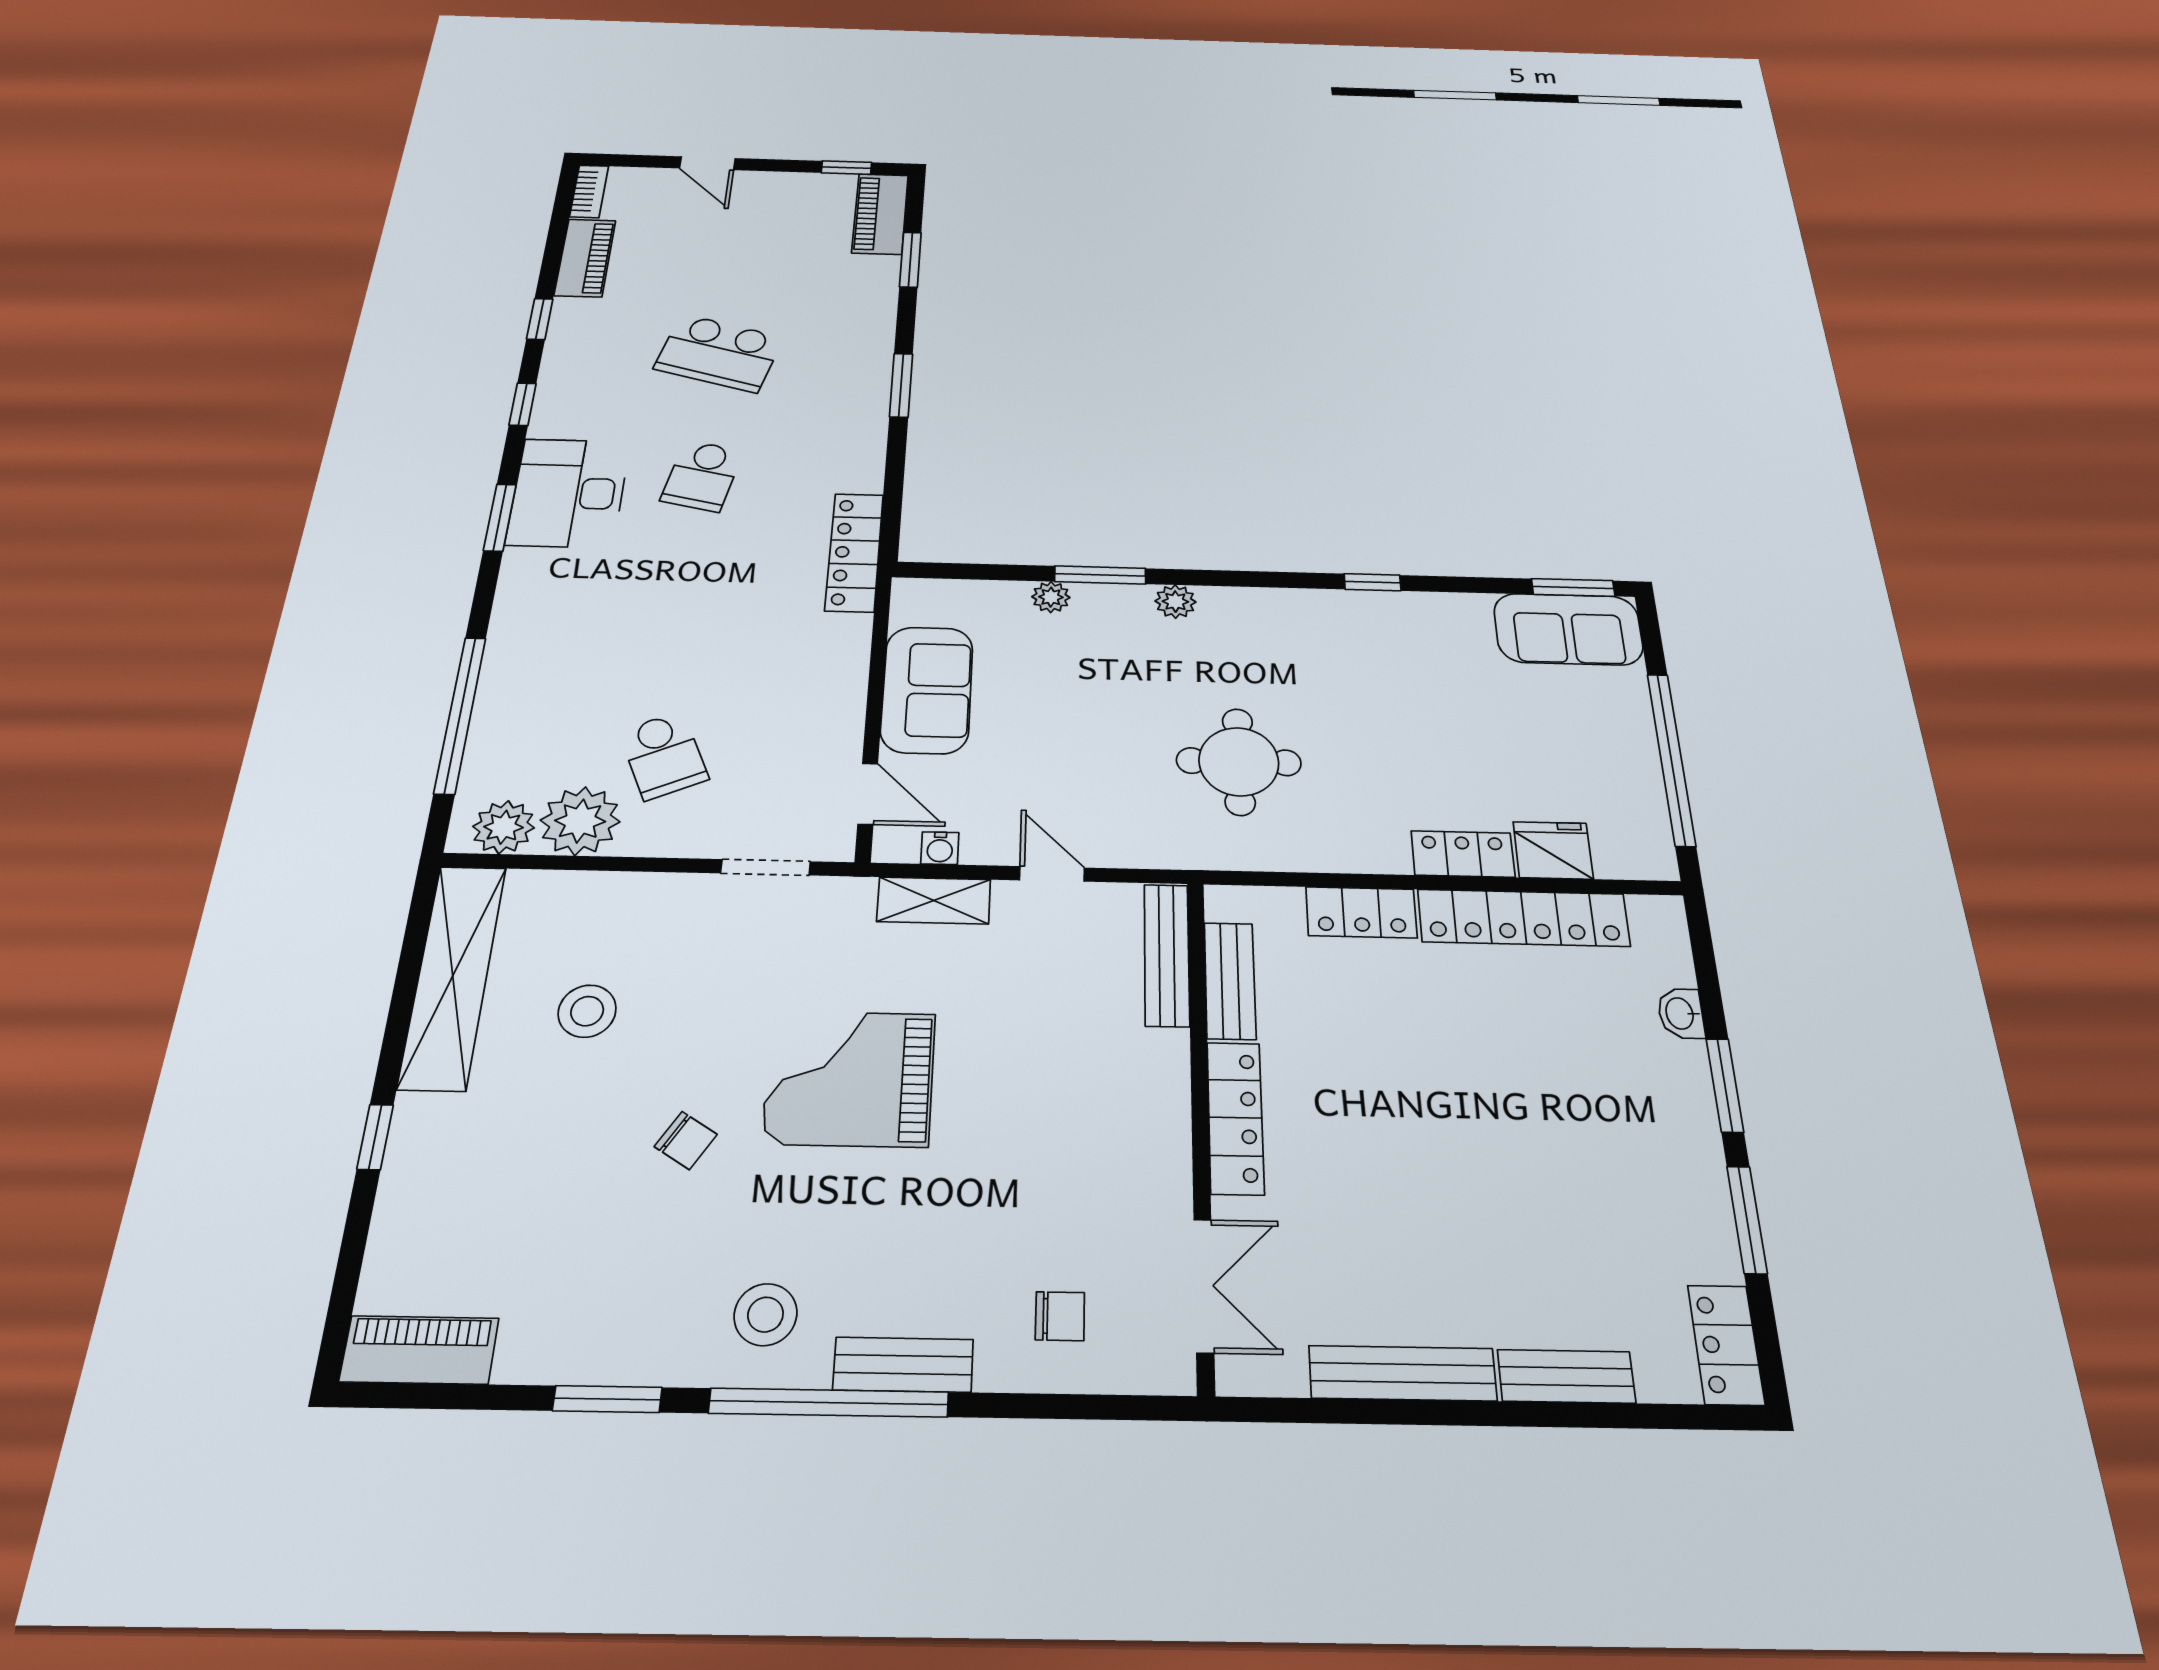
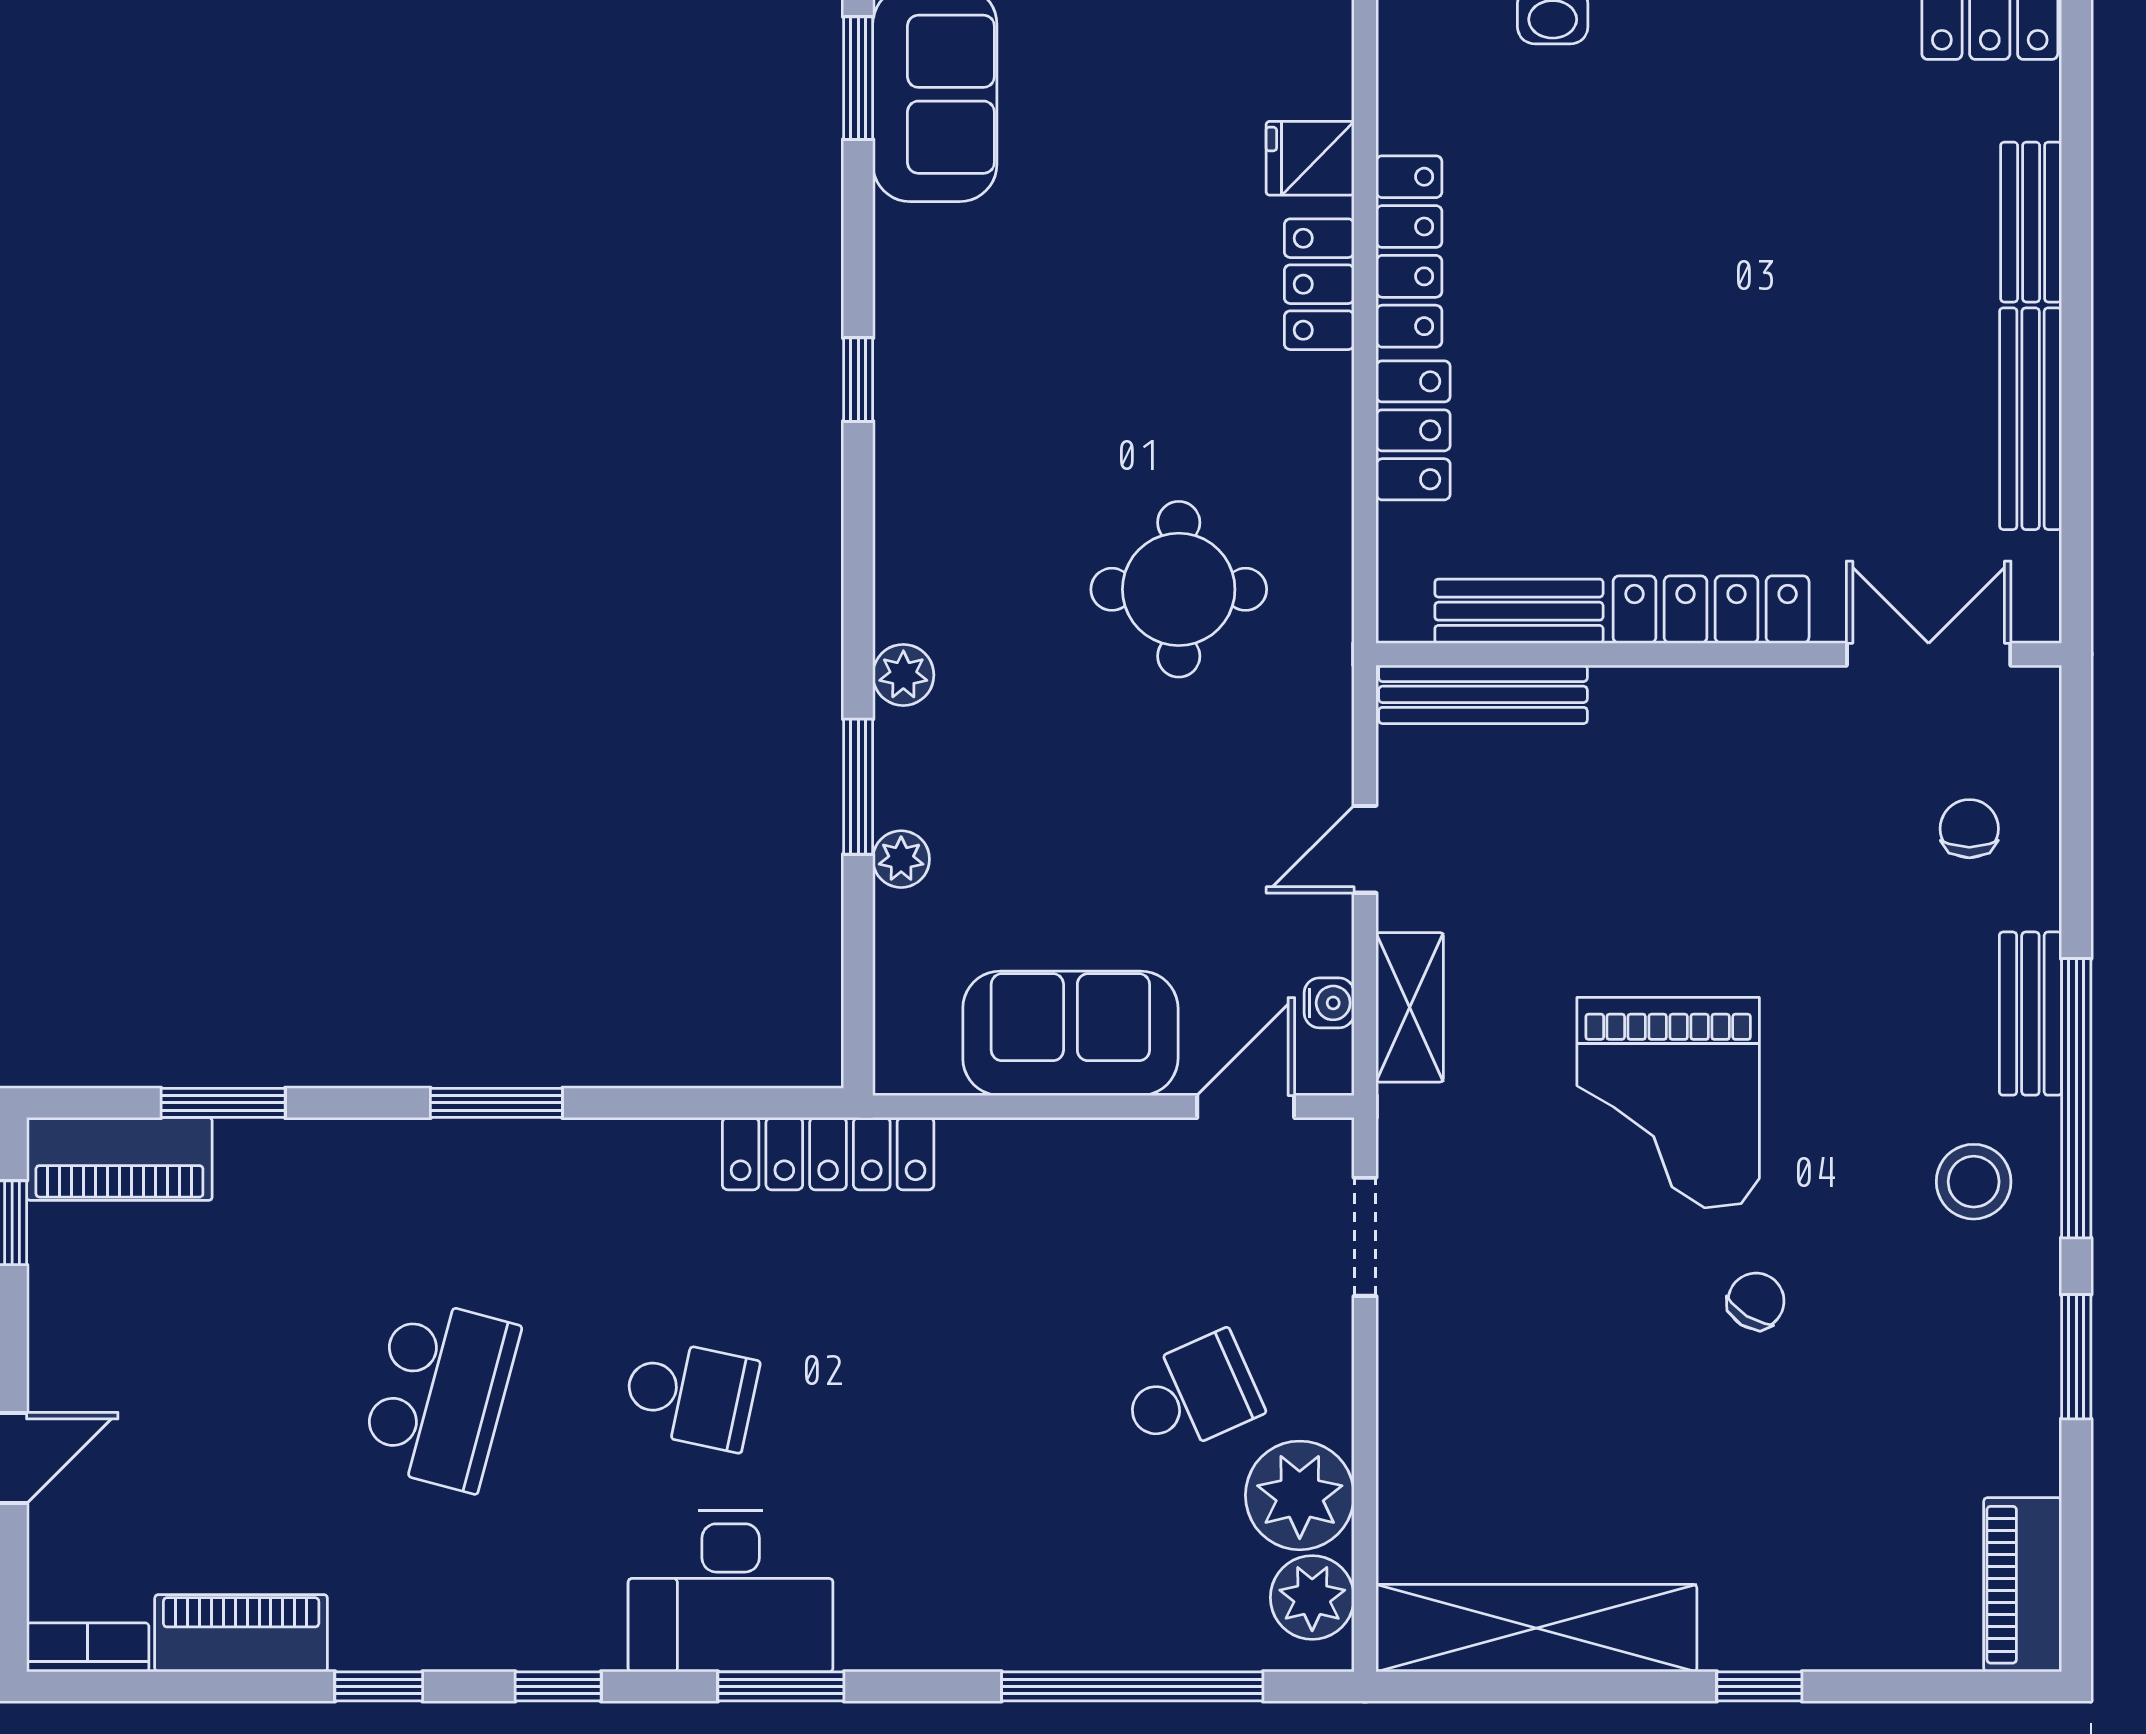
fridge: (1553, 850) -> (1310, 158), width x0.72
locker: (1523, 918) -> (1409, 251), width x0.71, depth x0.83
stool: (587, 1011) -> (1582, 1447), removed

